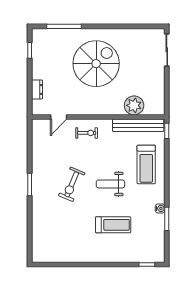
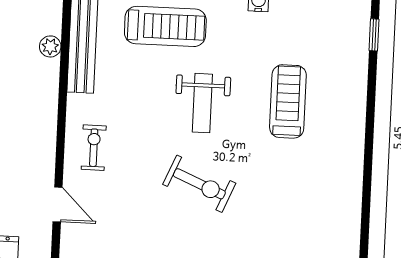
plant: (134, 105) -> (50, 46), width x0.53, depth x0.53

